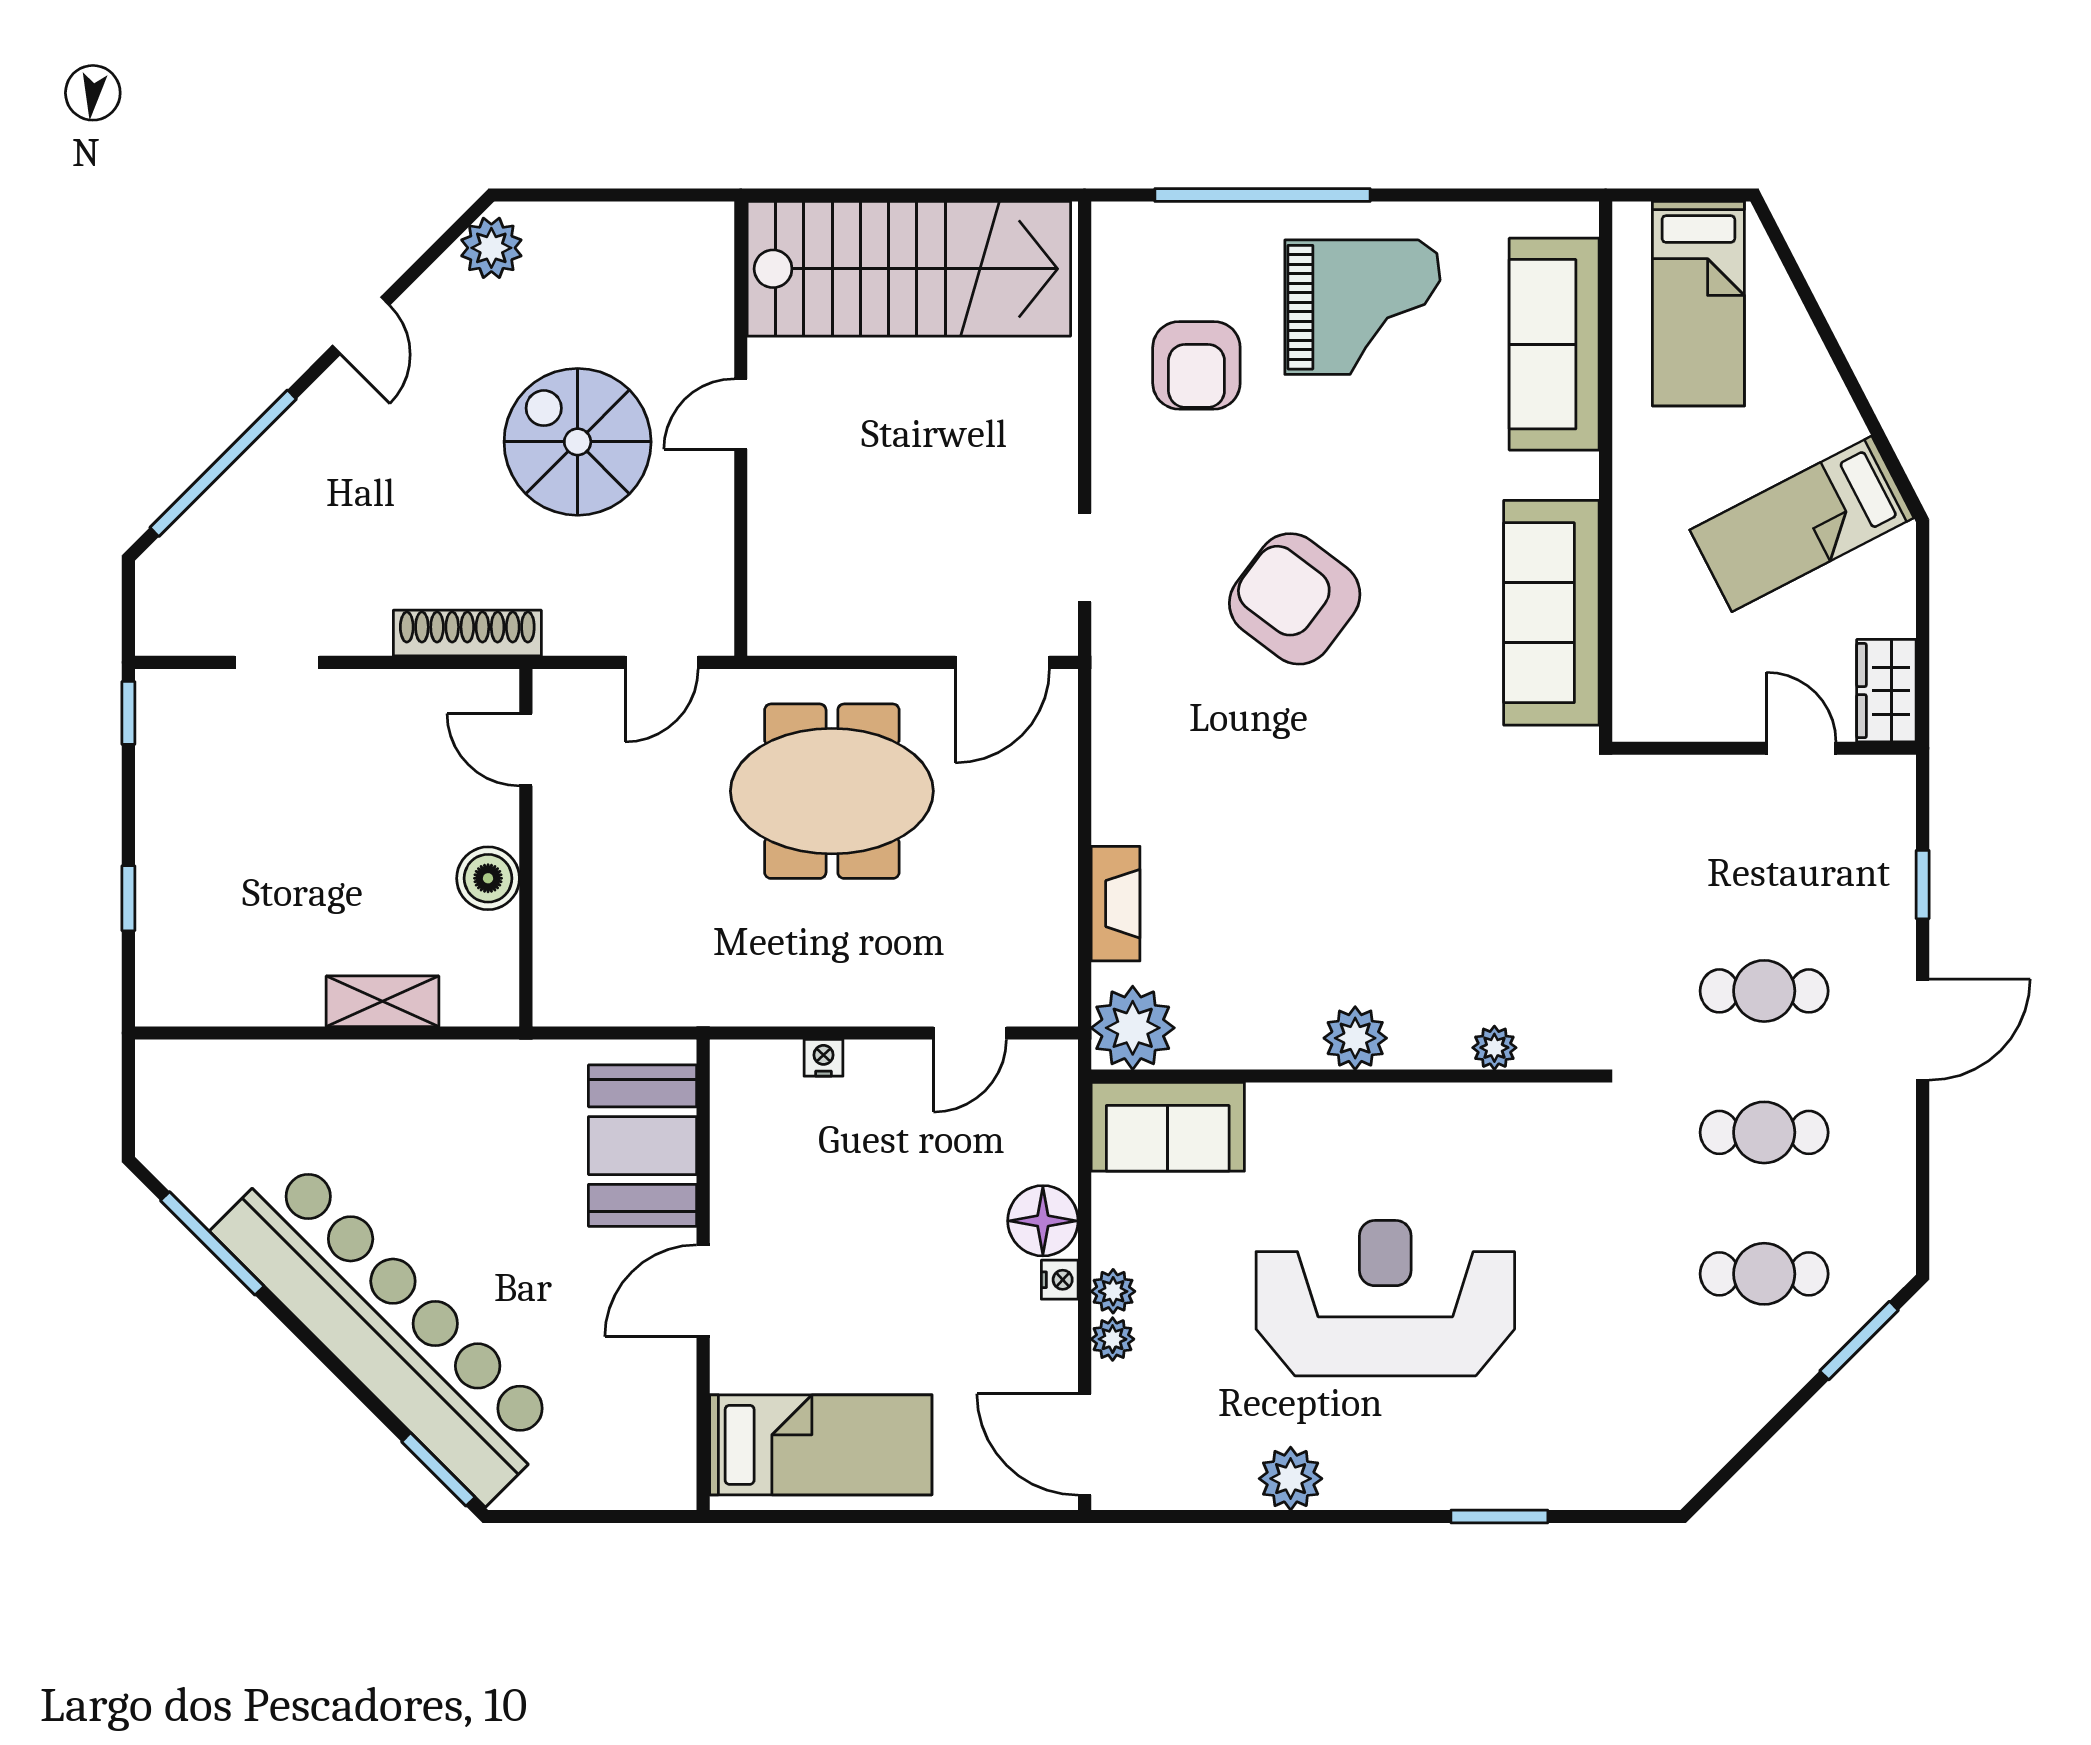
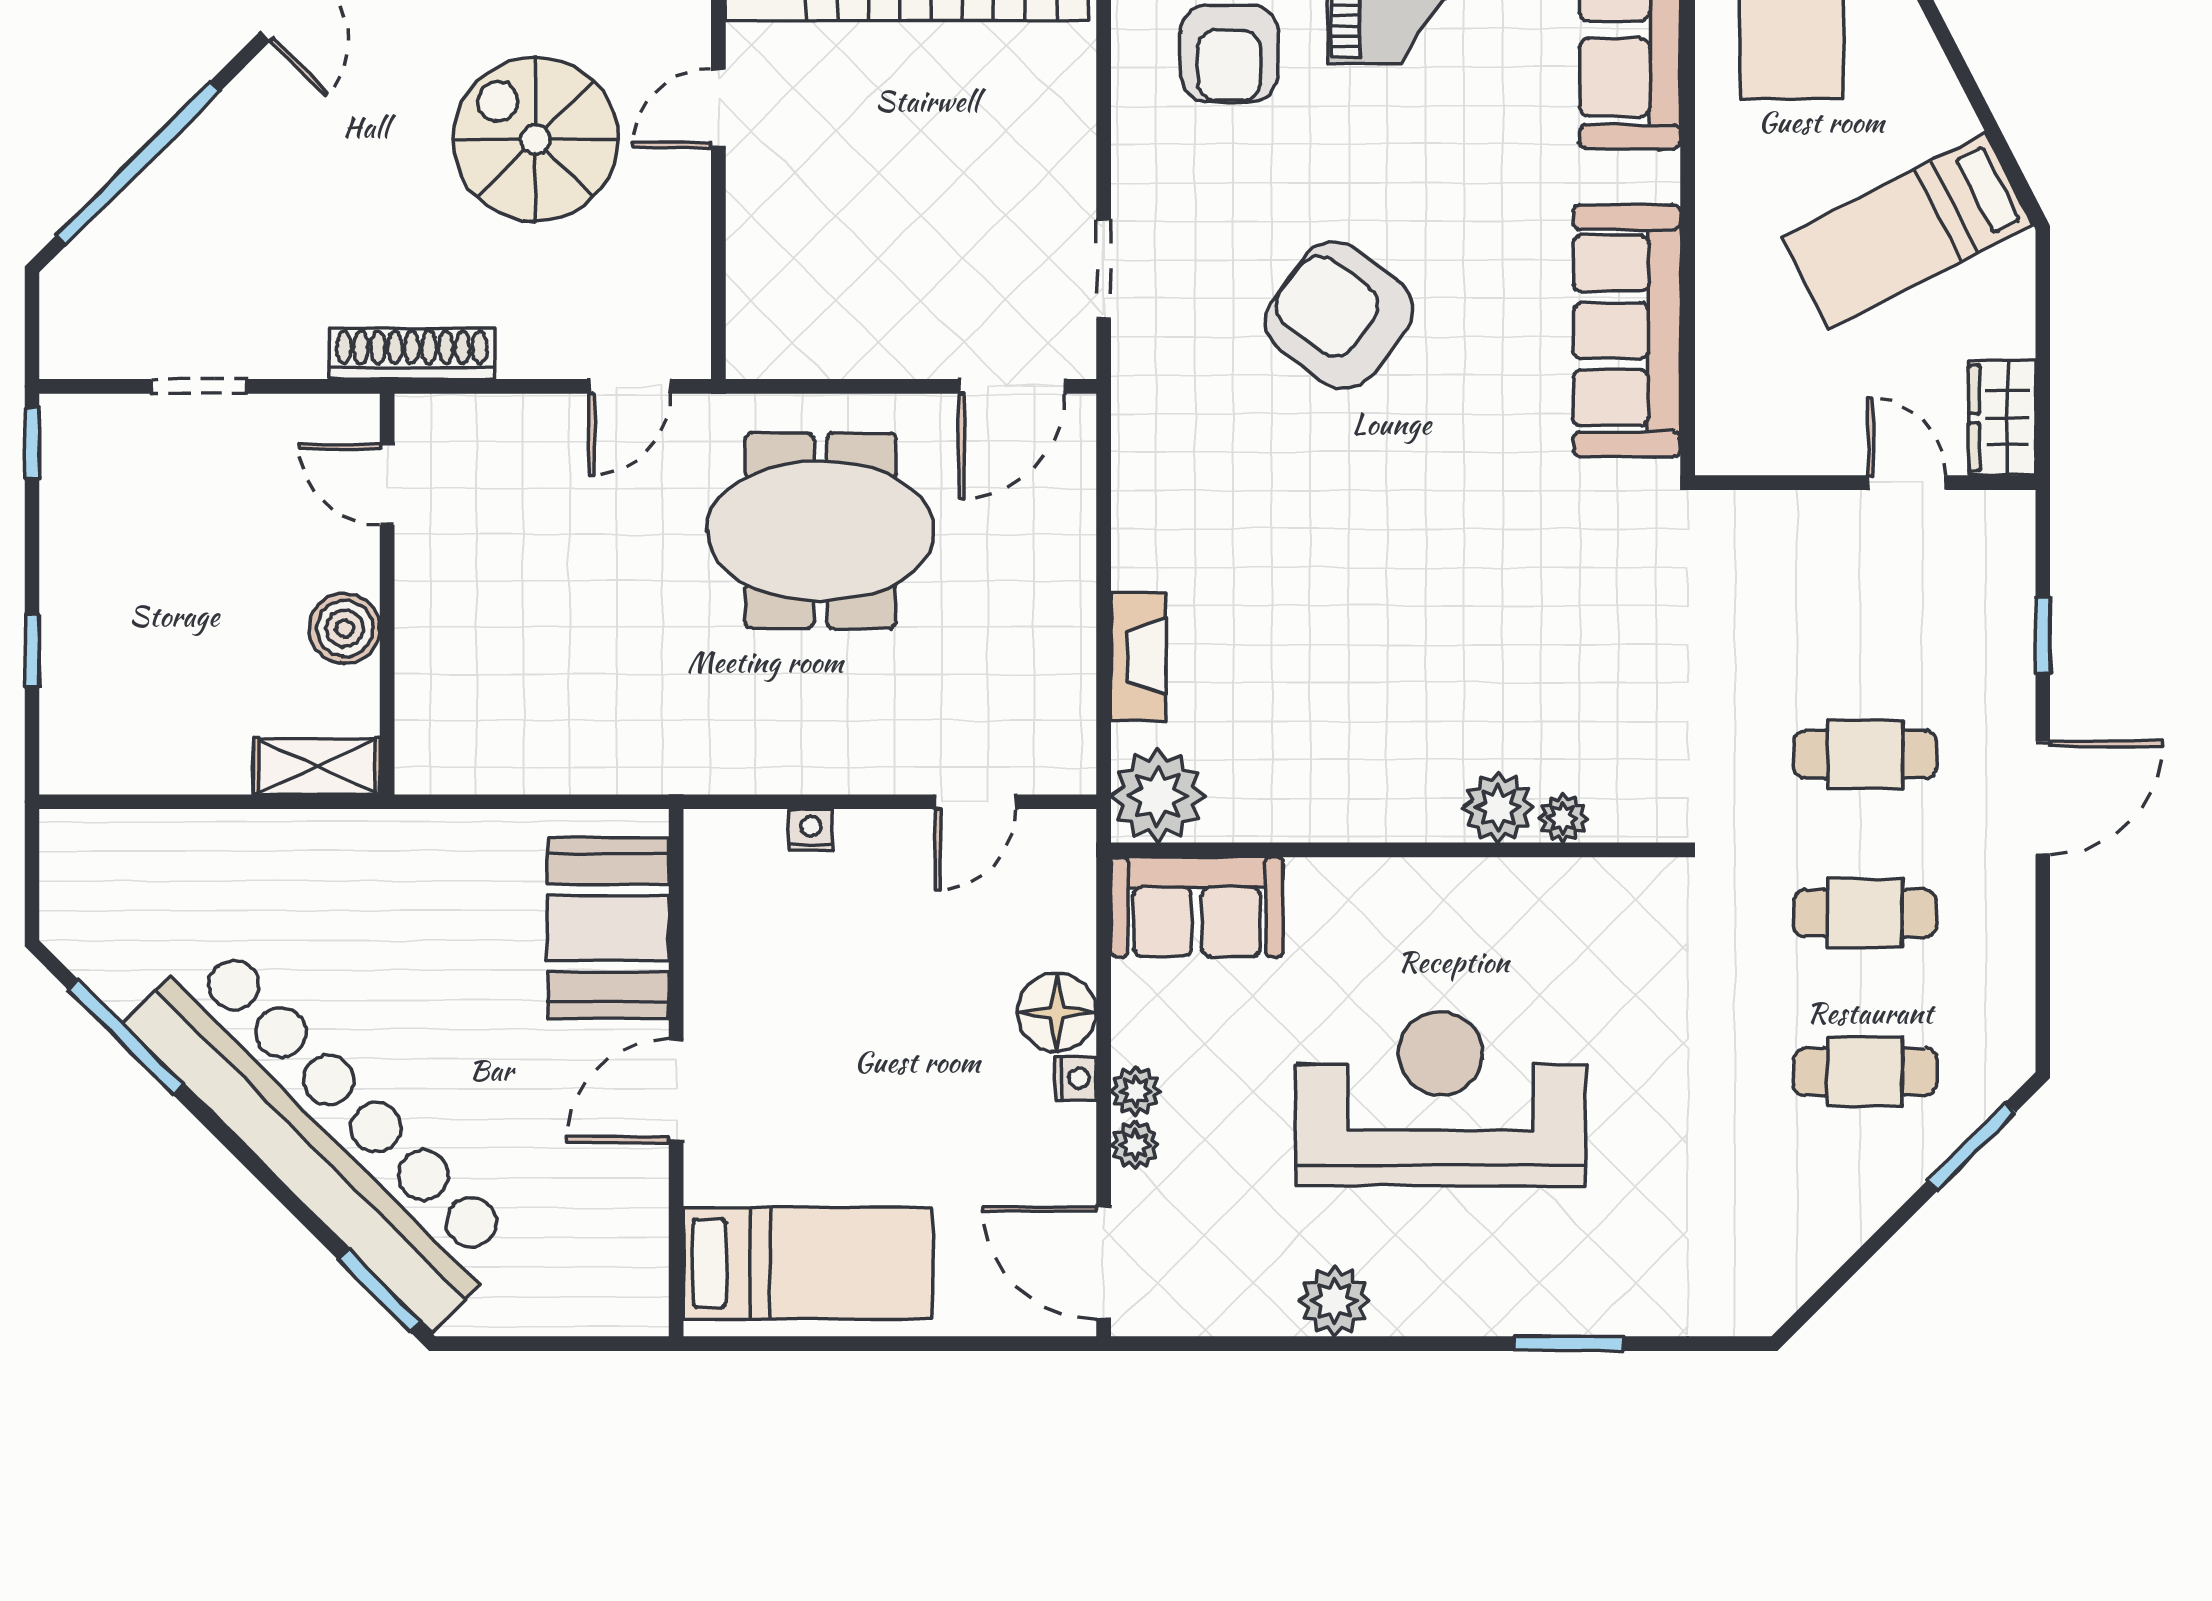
door: (526, 750) -> (387, 484), moved
wall: (526, 848) -> (387, 594), moved
boiler: (488, 878) -> (345, 628), moved
plant: (1355, 1038) -> (1498, 807), moved

